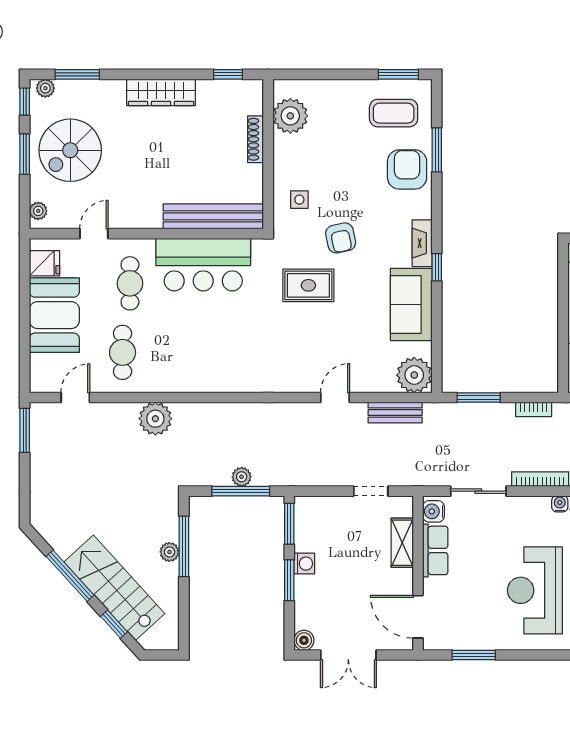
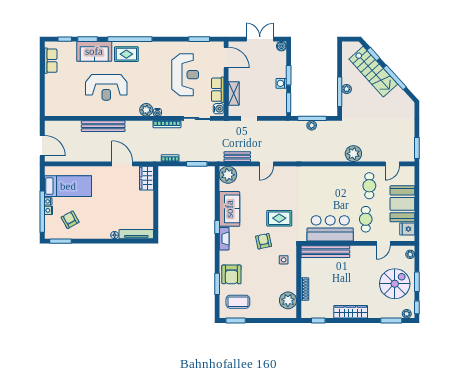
reception desk: (535, 590) -> (185, 75), moved

